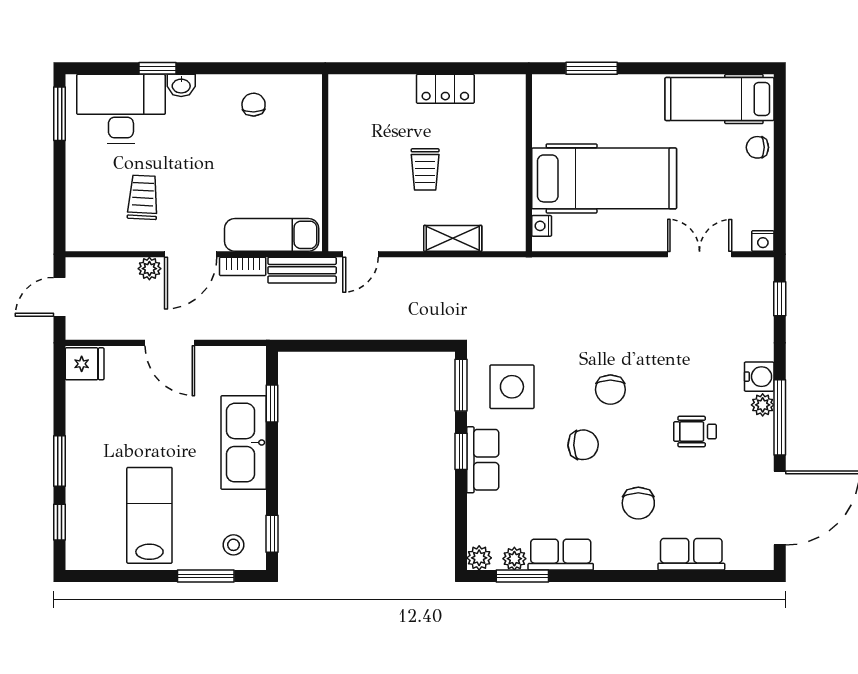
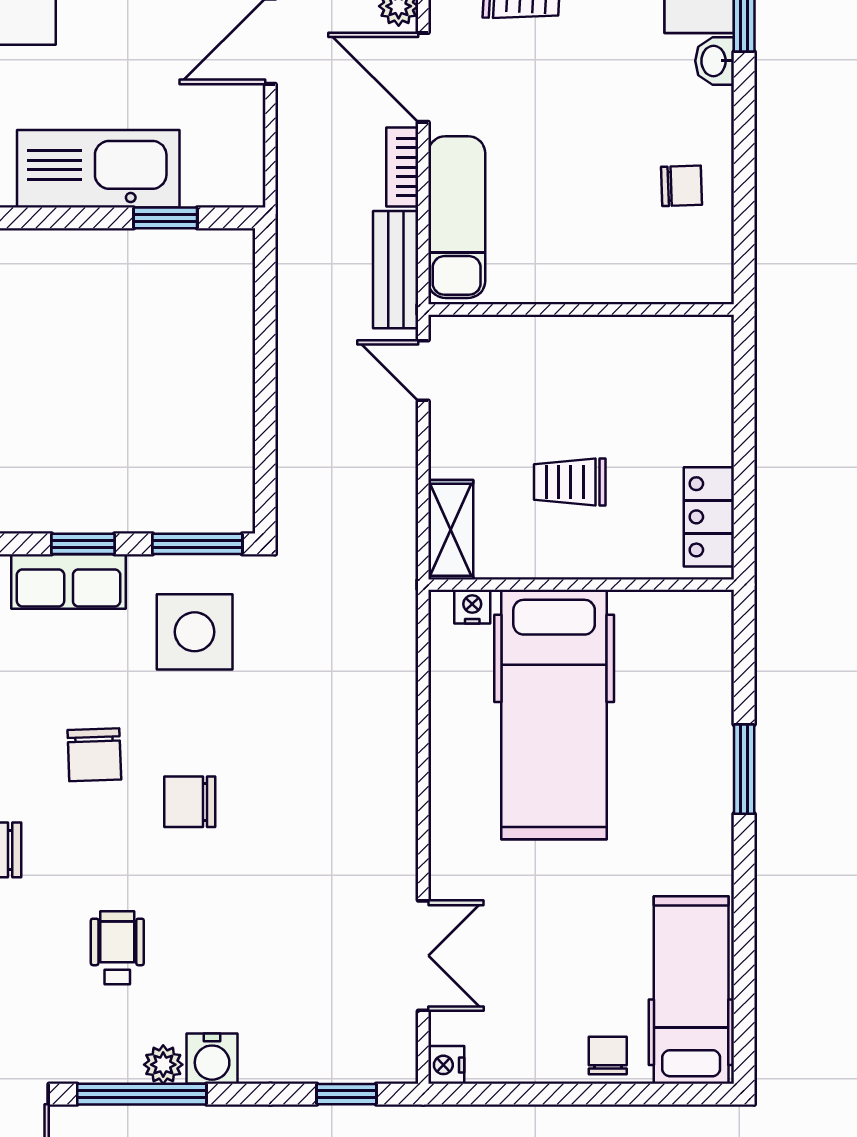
wall: (529, 163) -> (581, 585), moved
hospital bed: (604, 178) -> (554, 715), moved
nightstand: (542, 226) -> (472, 607), moved

